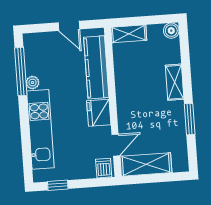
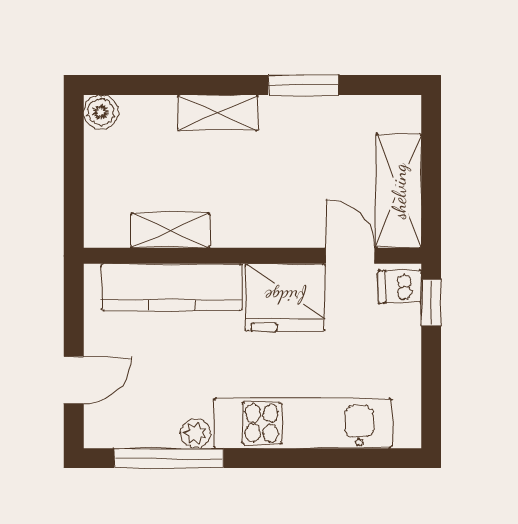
door: (69, 26) -> (74, 380), moved
shelving: (129, 34) -> (170, 230), moved, turned 90
fridge: (99, 113) -> (285, 297), width x1.36, depth x1.34
window: (58, 185) -> (431, 303), moved

